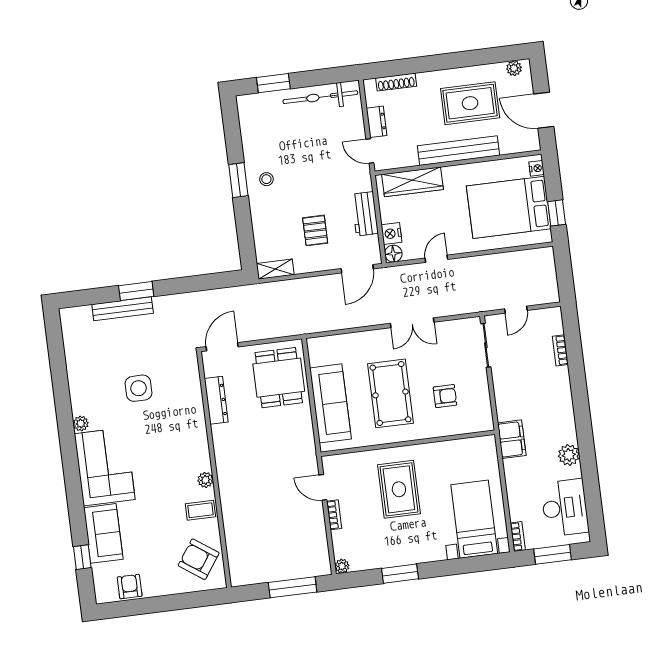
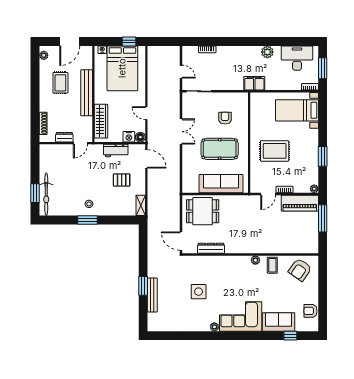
bicycle: (320, 97) -> (46, 194), moved
rug: (470, 103) -> (60, 83), width x0.73, depth x0.70
piano: (314, 544) -> (300, 203), added

